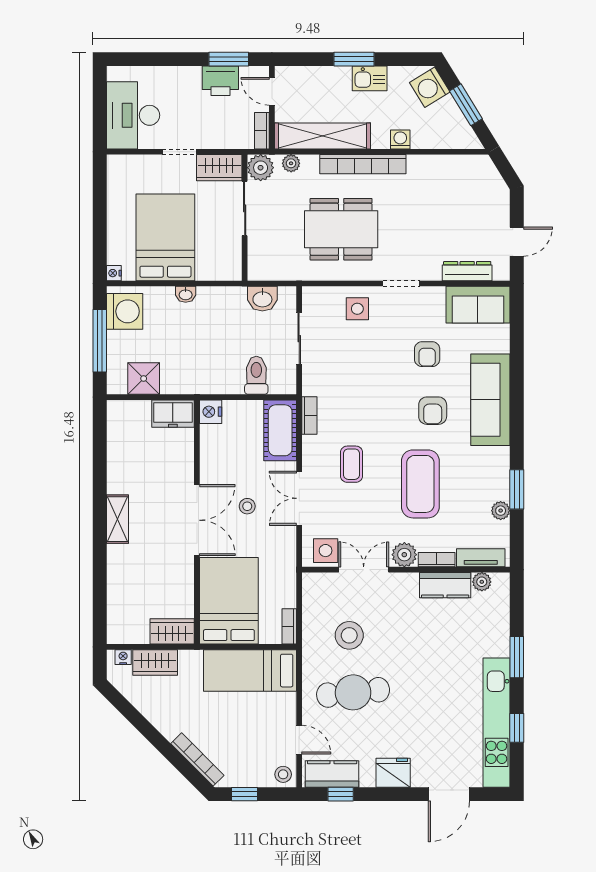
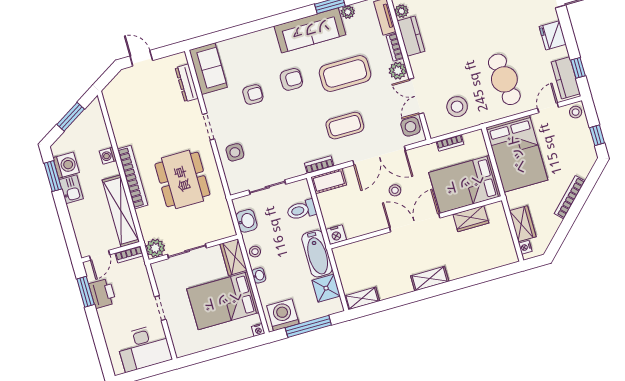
window: (354, 59) -> (53, 176), moved
washing machine: (430, 87) -> (66, 165), moved, turned -58
plant: (291, 163) -> (146, 228), removed
wardrobe: (219, 168) -> (233, 257), moved, turned 180
door: (517, 242) -> (141, 58), moved
stool: (219, 298) -> (255, 252), added
bathtub: (193, 379) -> (317, 254), added
sofa: (490, 400) -> (310, 30), moved
freezer: (173, 414) -> (345, 261), removed
shelving: (117, 422) -> (362, 298), added
cot: (280, 430) -> (329, 181), width x0.73, depth x0.75
coffee table: (352, 464) -> (345, 126), width x1.36, depth x1.30
double door: (299, 498) -> (379, 156), width x1.37
bookcase: (289, 626) -> (450, 143), moved
wardrobe: (172, 631) -> (471, 219), moved, turned -90
stool: (349, 635) -> (457, 107), moved
bed: (250, 671) -> (517, 154), width x1.50
bookcase: (197, 759) -> (570, 197), moved

